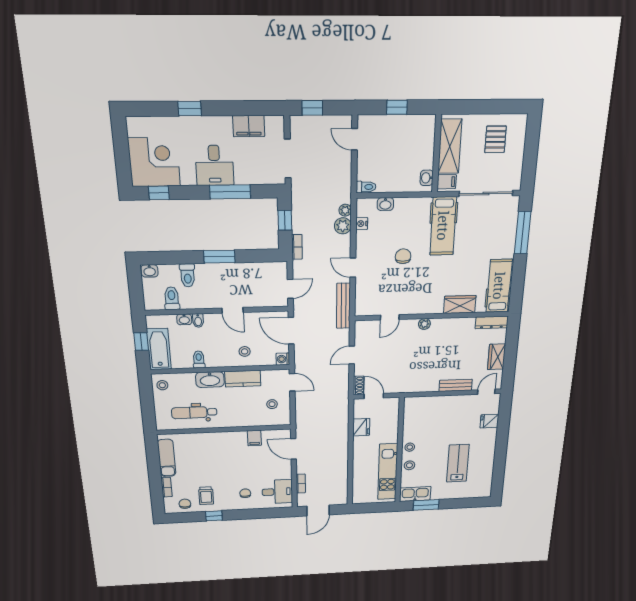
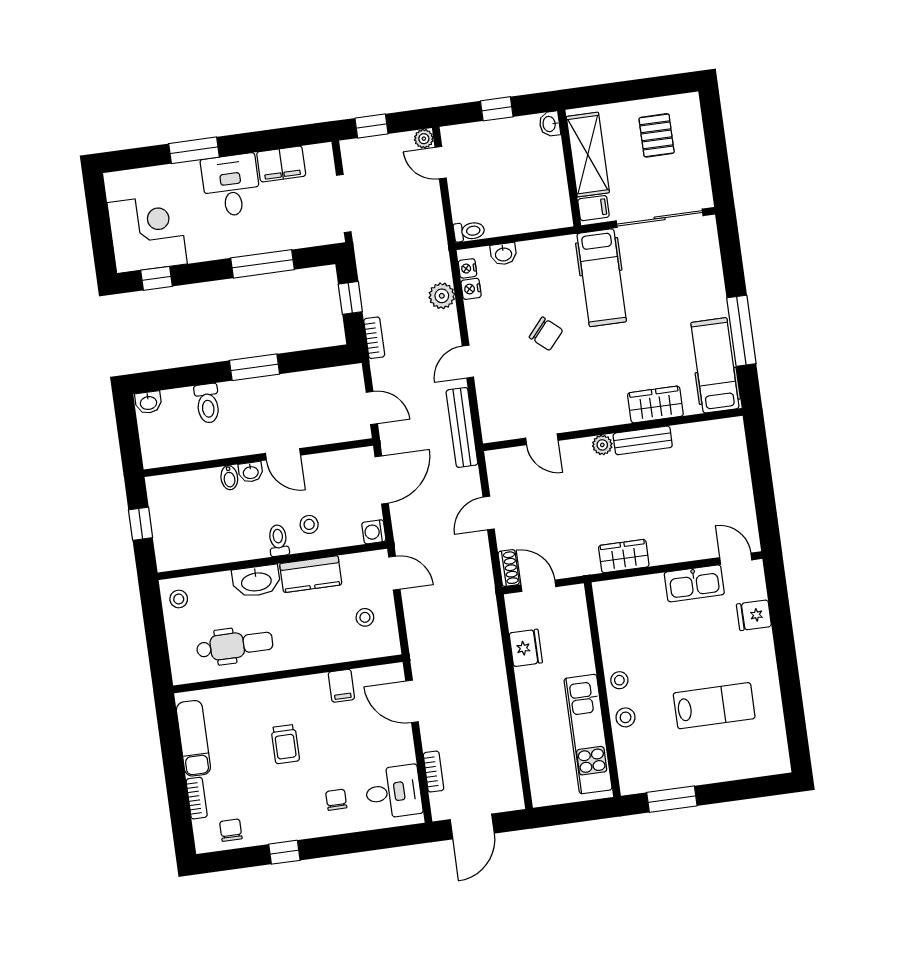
window: (190, 109) -> (194, 150), width x1.50
desk: (214, 165) -> (231, 185), moved, turned 180
washbasin: (427, 178) -> (550, 124), moved
plant: (345, 210) -> (424, 139), moved
nightstand: (361, 211) -> (467, 268), added
window: (523, 233) -> (741, 331), moved
chair: (403, 256) -> (546, 334), turned 131
door: (353, 268) -> (468, 362), hinge flipped
door: (290, 289) -> (372, 408), hinge flipped
toilet: (172, 298) -> (185, 444), removed
door: (390, 317) -> (542, 439), hinge flipped
washbasin: (184, 319) -> (251, 472), moved
dresser: (492, 322) -> (717, 430), removed
door: (291, 331) -> (382, 480), swing flipped
bathtub: (159, 349) -> (170, 534), removed
wardrobe: (497, 357) -> (624, 556), moved, turned 90
toilet: (199, 359) -> (278, 540), moved
bench: (456, 385) -> (643, 440), moved
door: (486, 392) -> (736, 559), hinge flipped
dental chair: (194, 413) -> (235, 645), turned 180
lab bench: (458, 463) -> (714, 706), turned 90
kitchen sink: (415, 494) -> (694, 583), moved, turned 180
trolley: (206, 496) -> (285, 744), moved

